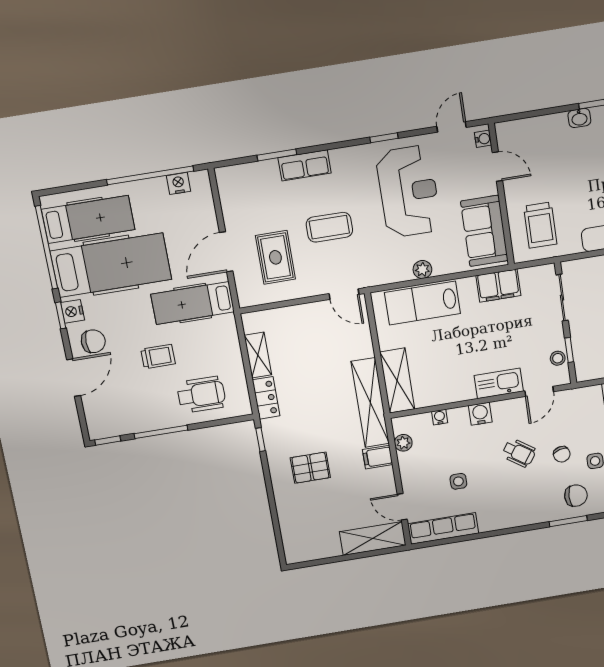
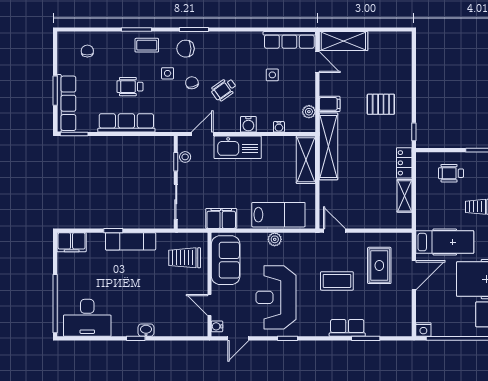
nightstand: (178, 183) -> (423, 330), moved
trolley: (540, 225) -> (185, 258), turned -90
kitchen sink: (499, 383) -> (238, 147), width x1.36, depth x1.24
wheelchair: (201, 395) -> (451, 173), width x0.73, depth x0.73
wheelchair: (519, 453) -> (224, 89), turned -70

